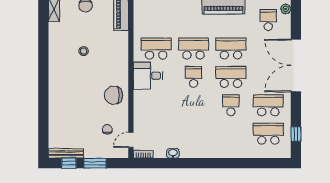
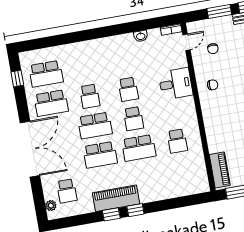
school desk: (156, 48) -> (177, 141), width x0.54
desk: (148, 76) -> (176, 84), moved
chair: (114, 95) -> (213, 85), width x0.54, depth x0.54
school desk: (194, 105) -> (128, 89), added

